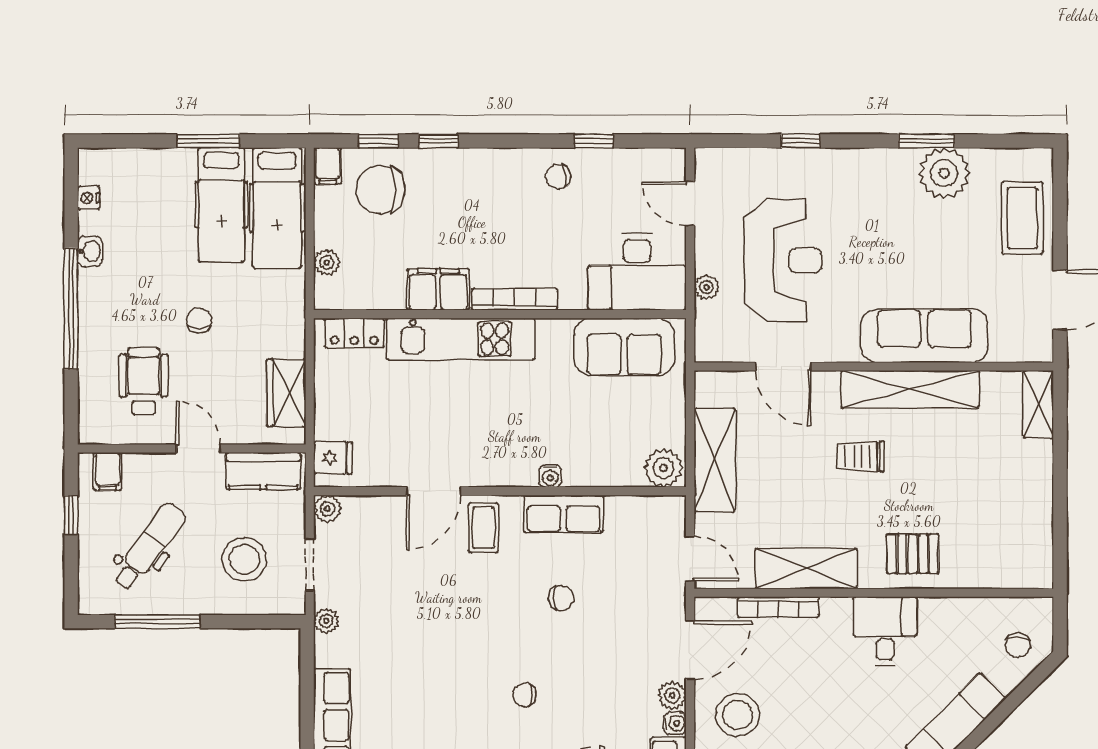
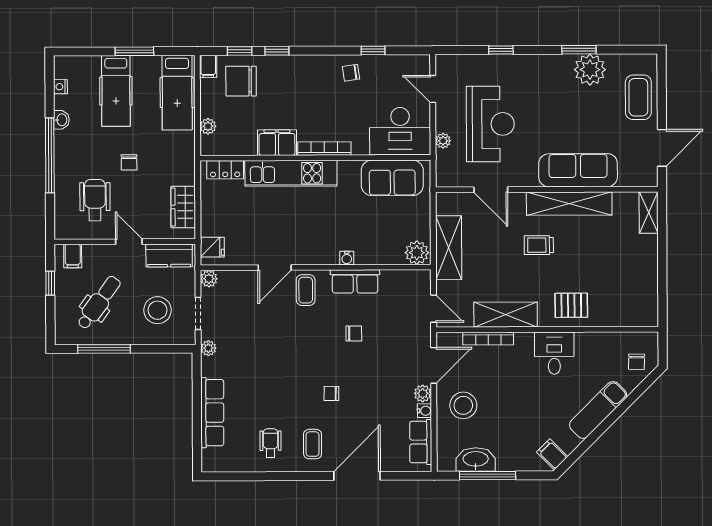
hospital bed: (221, 205) -> (116, 91), moved
chair: (199, 320) -> (129, 162), turned 180

